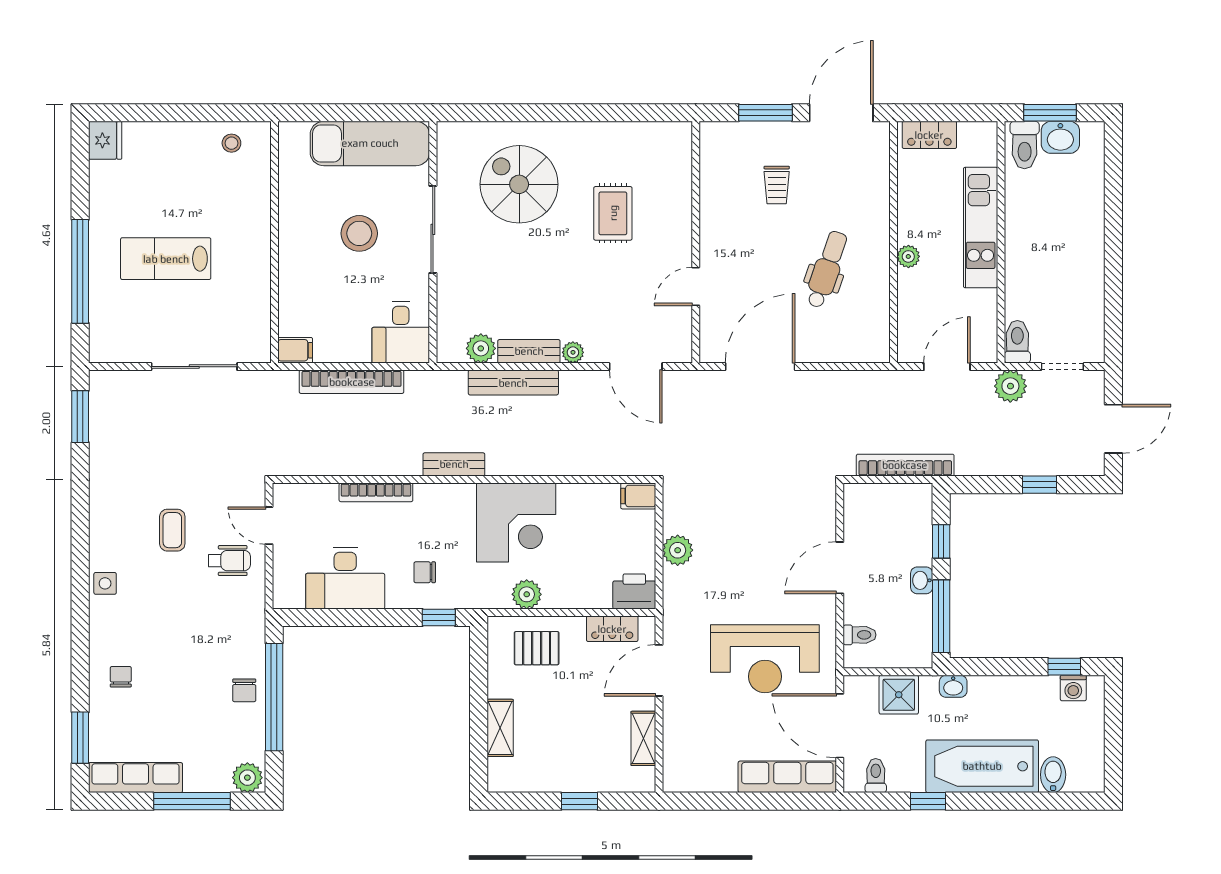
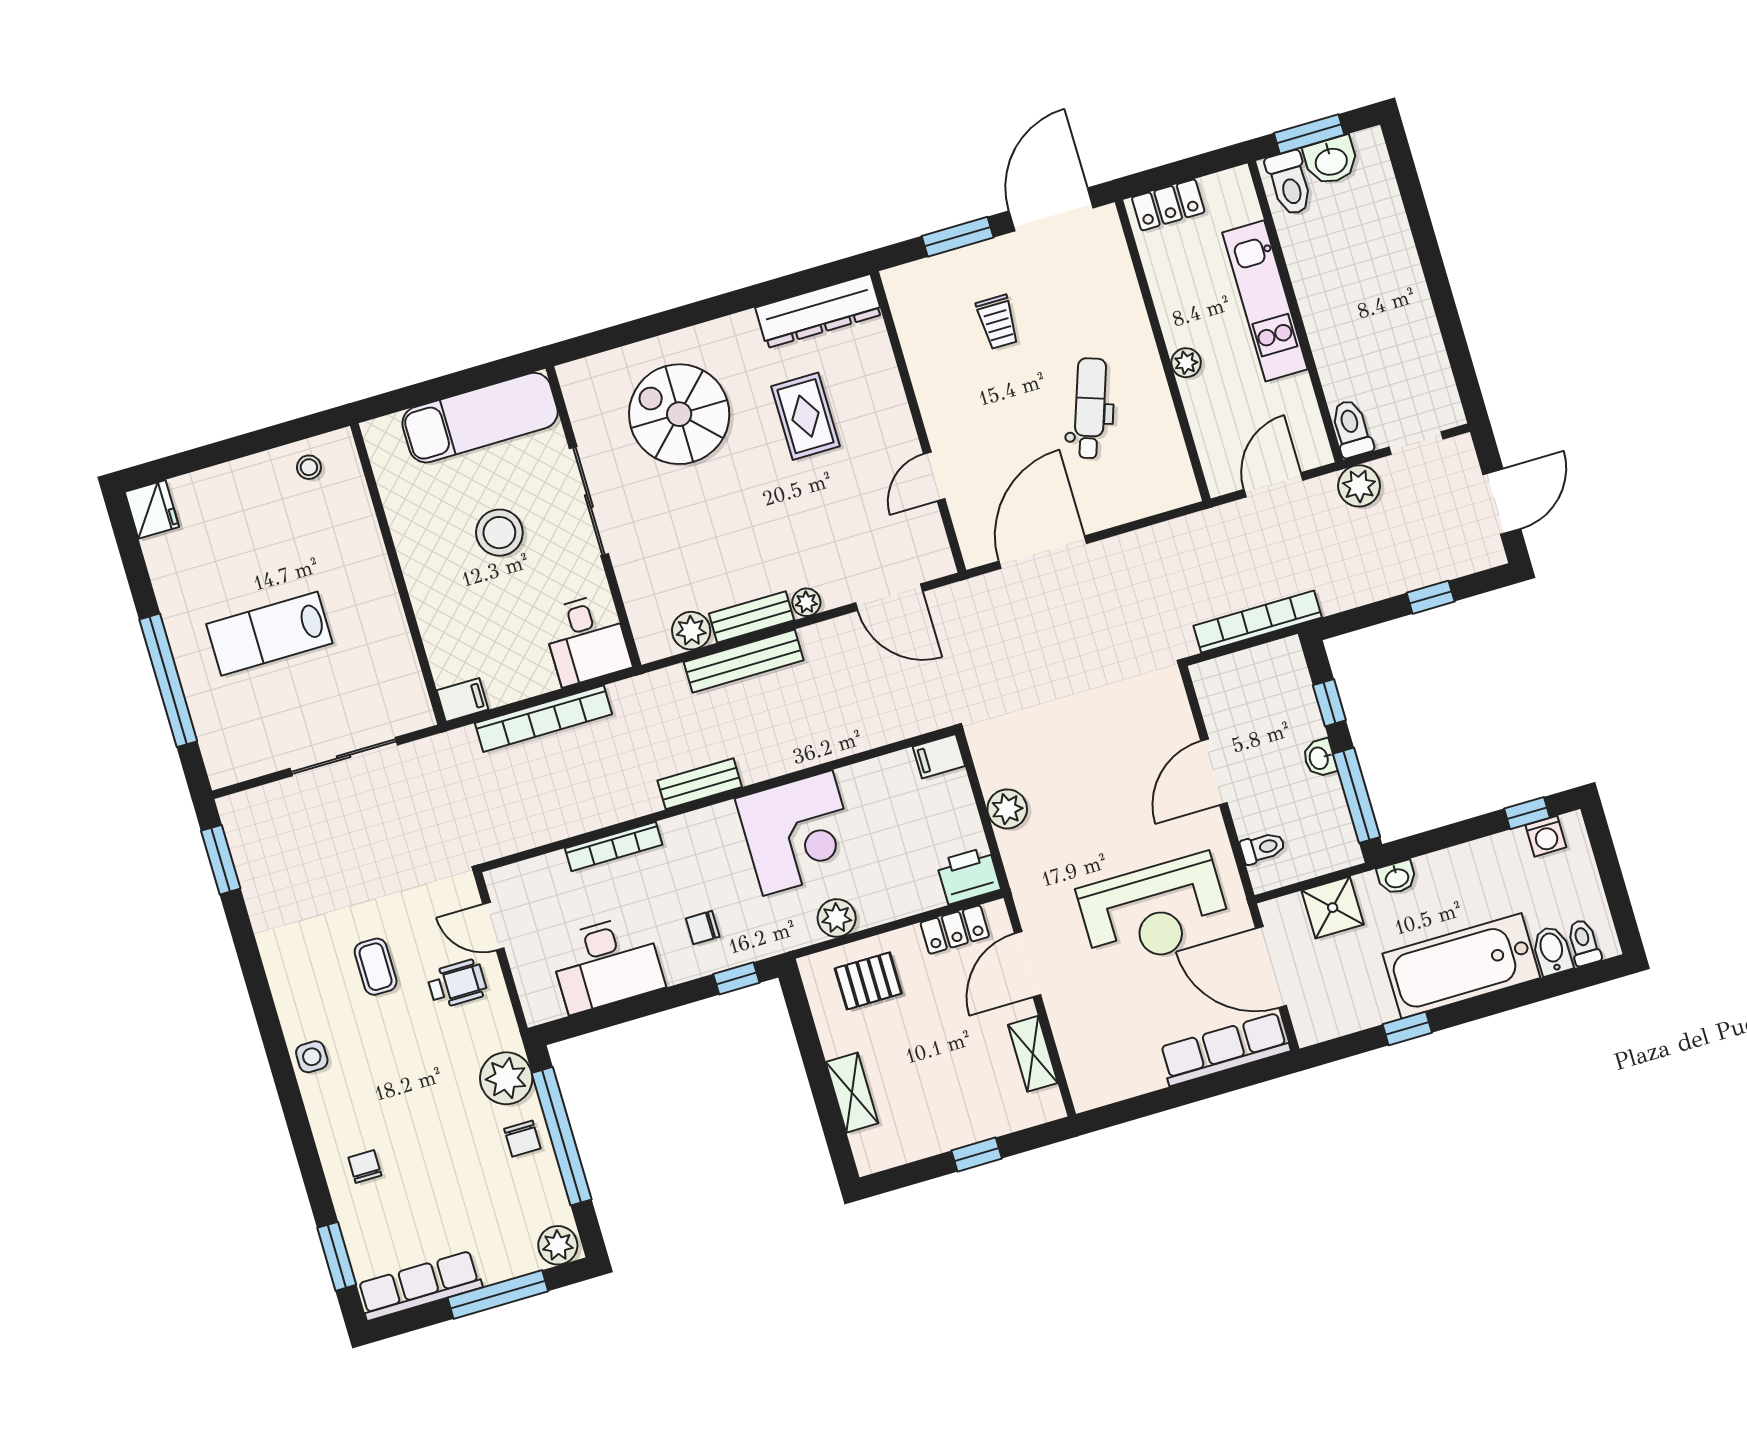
dresser: (646, 138) -> (819, 311), added
plant: (245, 642) -> (506, 1078), added
toilet: (876, 776) -> (1584, 943), moved

